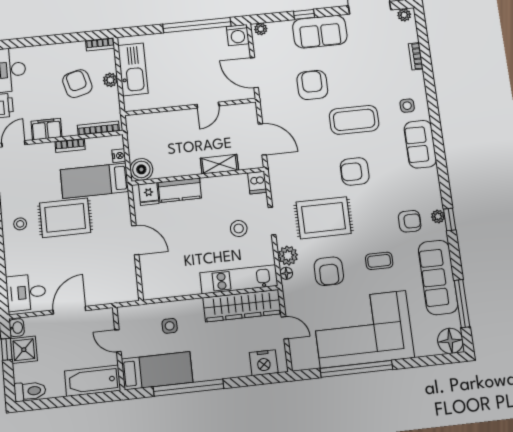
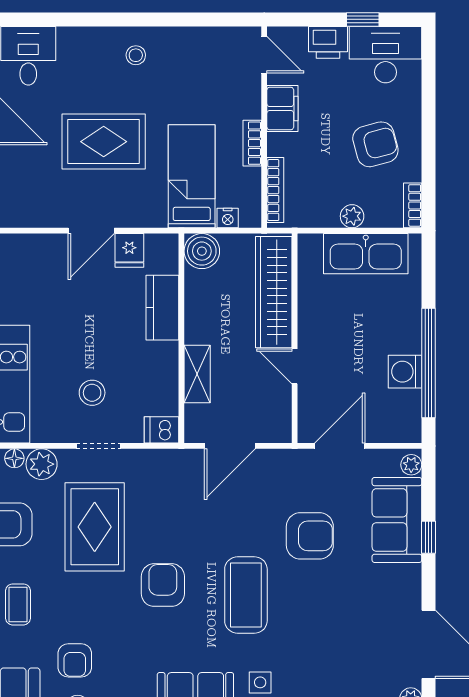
sofa: (320, 32) -> (397, 520), moved
washing machine: (238, 35) -> (405, 372), moved
armchair: (77, 84) -> (375, 144), moved
wardrobe: (163, 123) -> (274, 292), added
fridge: (149, 194) -> (129, 250), moved, turned -90
rug: (65, 218) -> (104, 142), moved, turned 90

